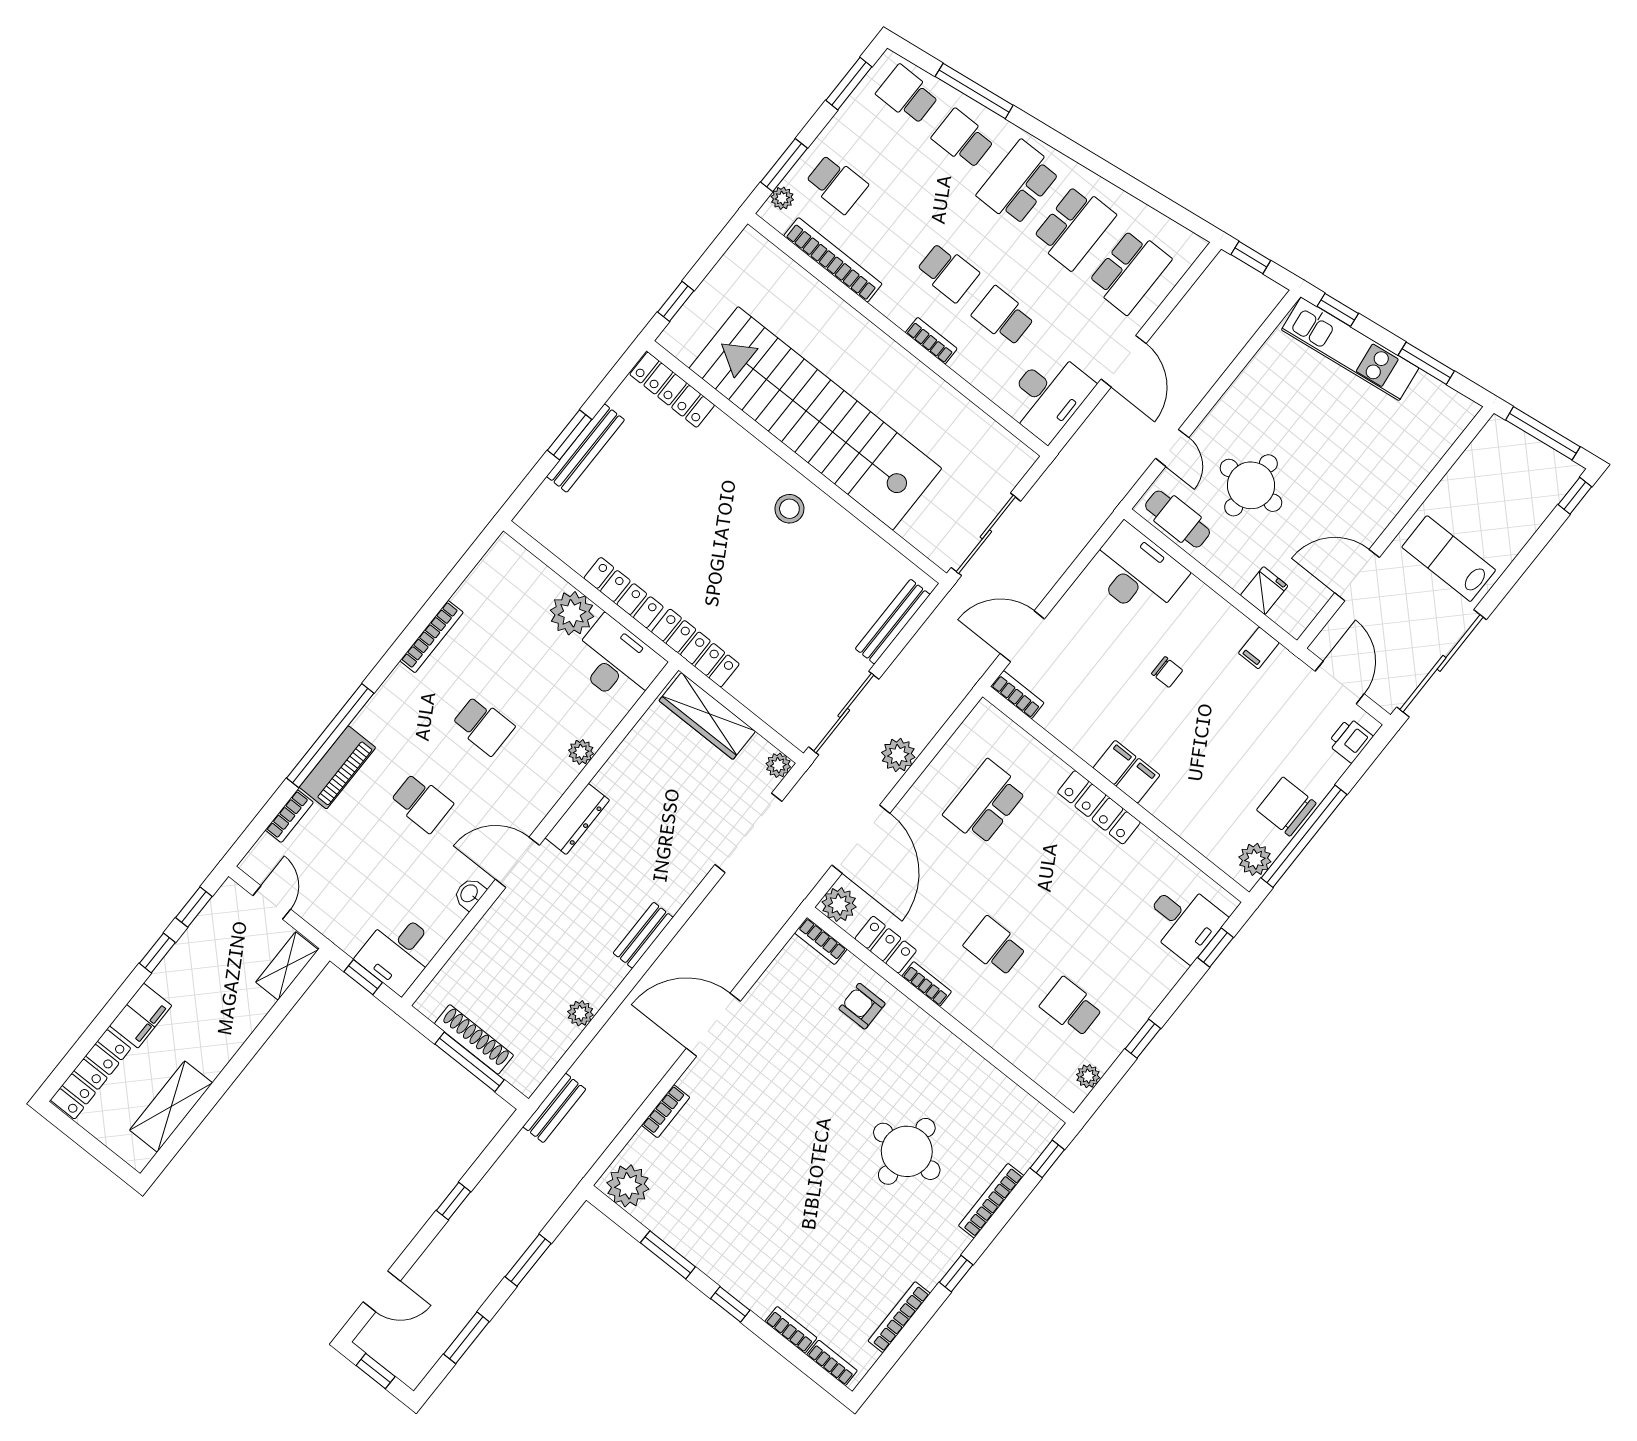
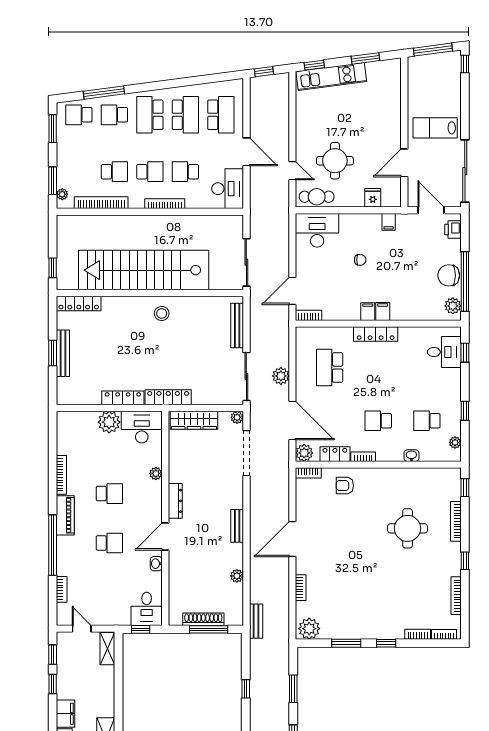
school desk: (837, 184) -> (114, 172), moved
bookcase: (931, 341) -> (165, 204), width x1.56
piano: (337, 767) -> (65, 515), moved
washbasin: (1004, 1042) -> (411, 456), added

